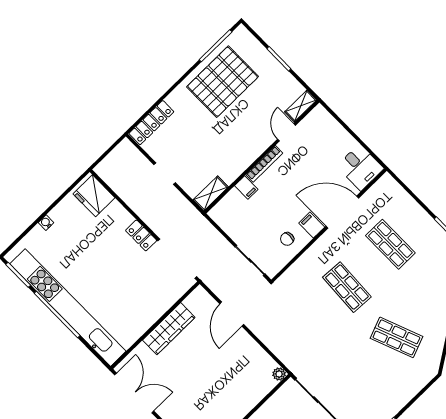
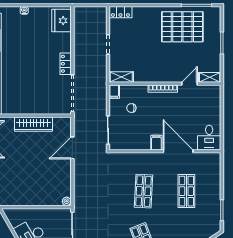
locker: (151, 123) -> (120, 12), width x0.66
filing cabinet: (246, 187) -> (114, 92), moved
chair: (287, 239) -> (131, 108), moved

